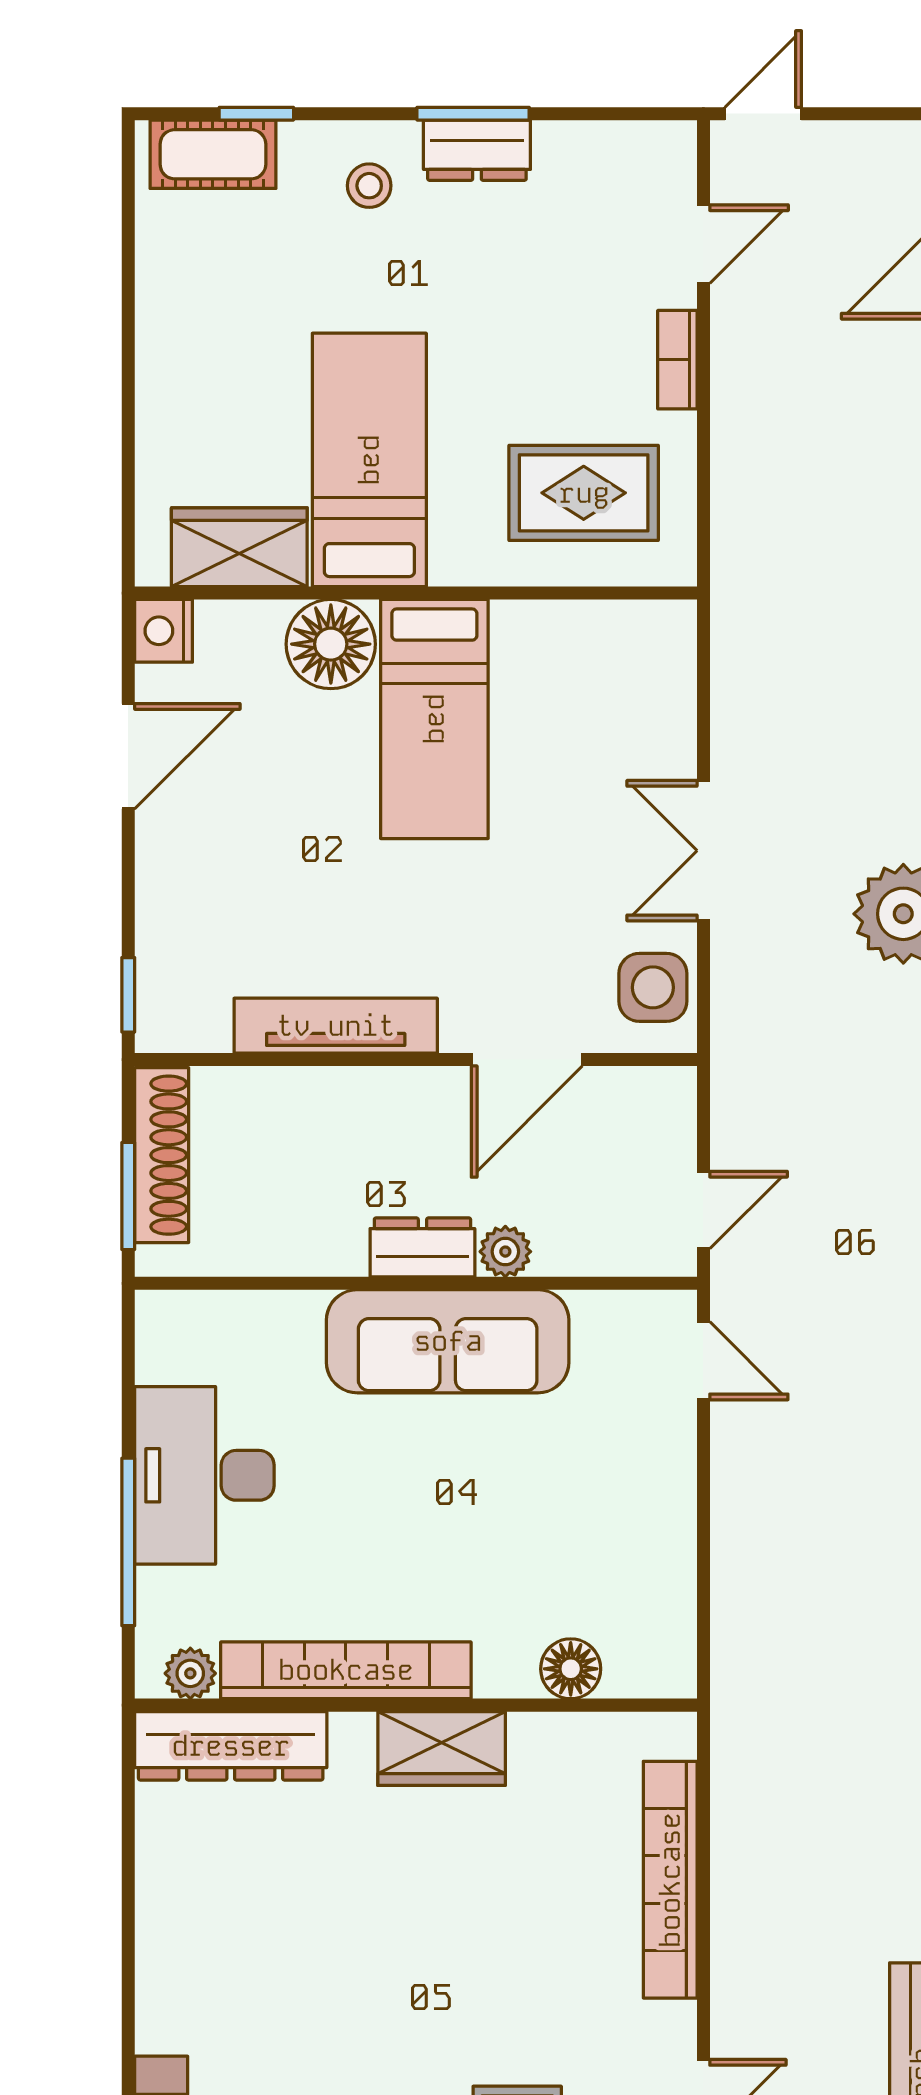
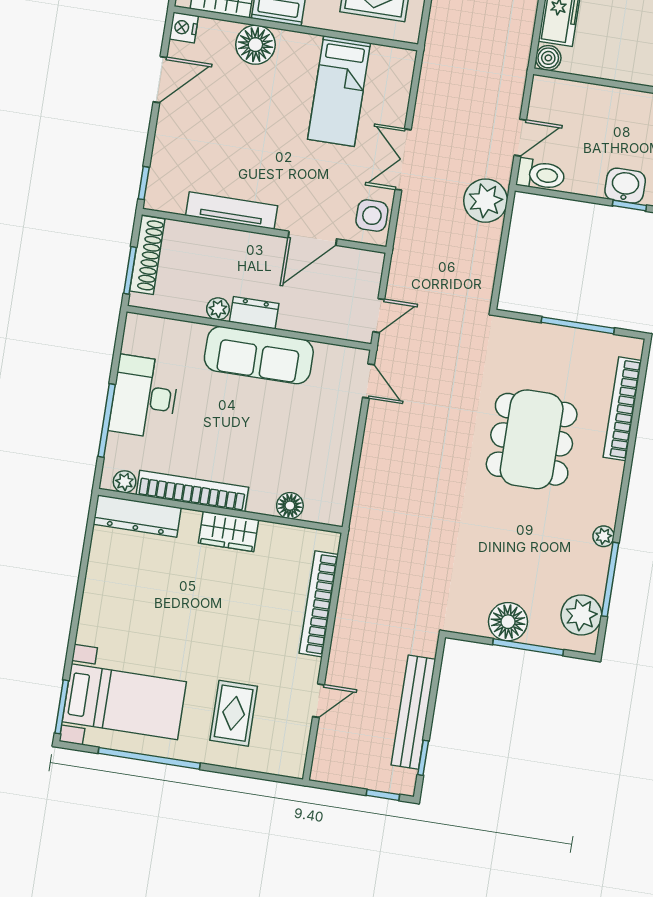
bed: (434, 719) -> (339, 91), moved
plant: (505, 1252) -> (218, 309), moved

